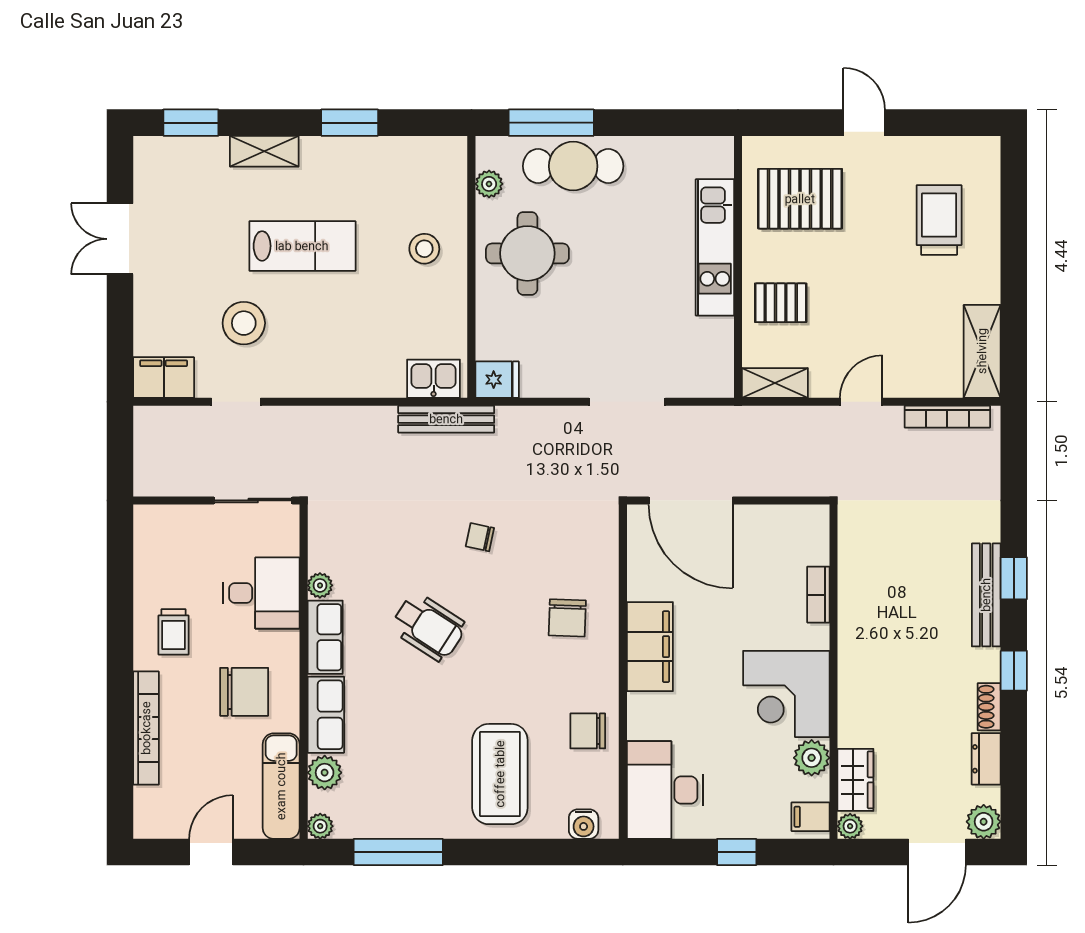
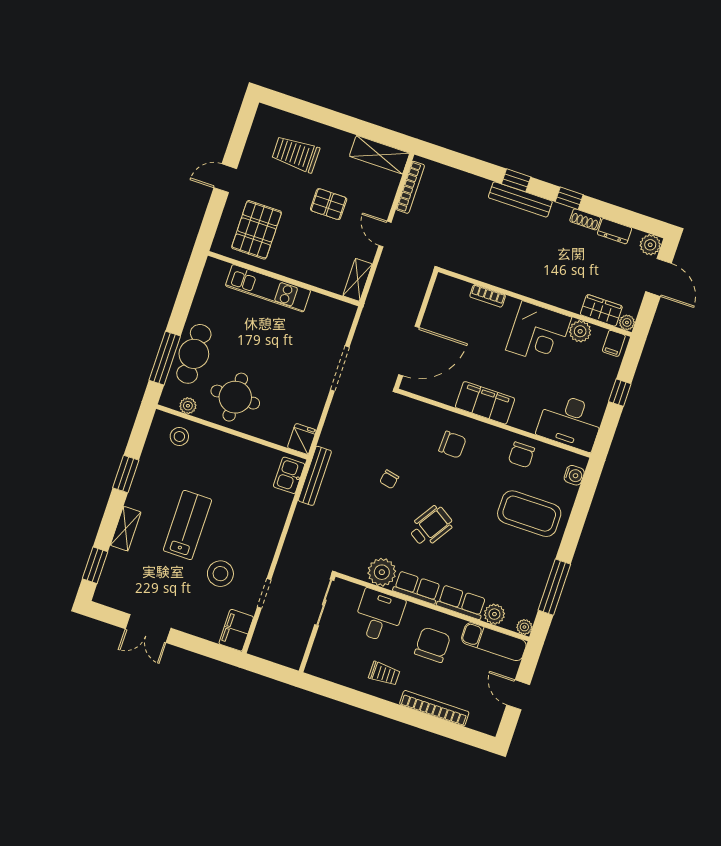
stool: (424, 249) -> (179, 436), moved
pallet: (781, 303) -> (329, 204), moved, turned 90
plant: (320, 585) -> (382, 572), width x1.88, depth x1.88

